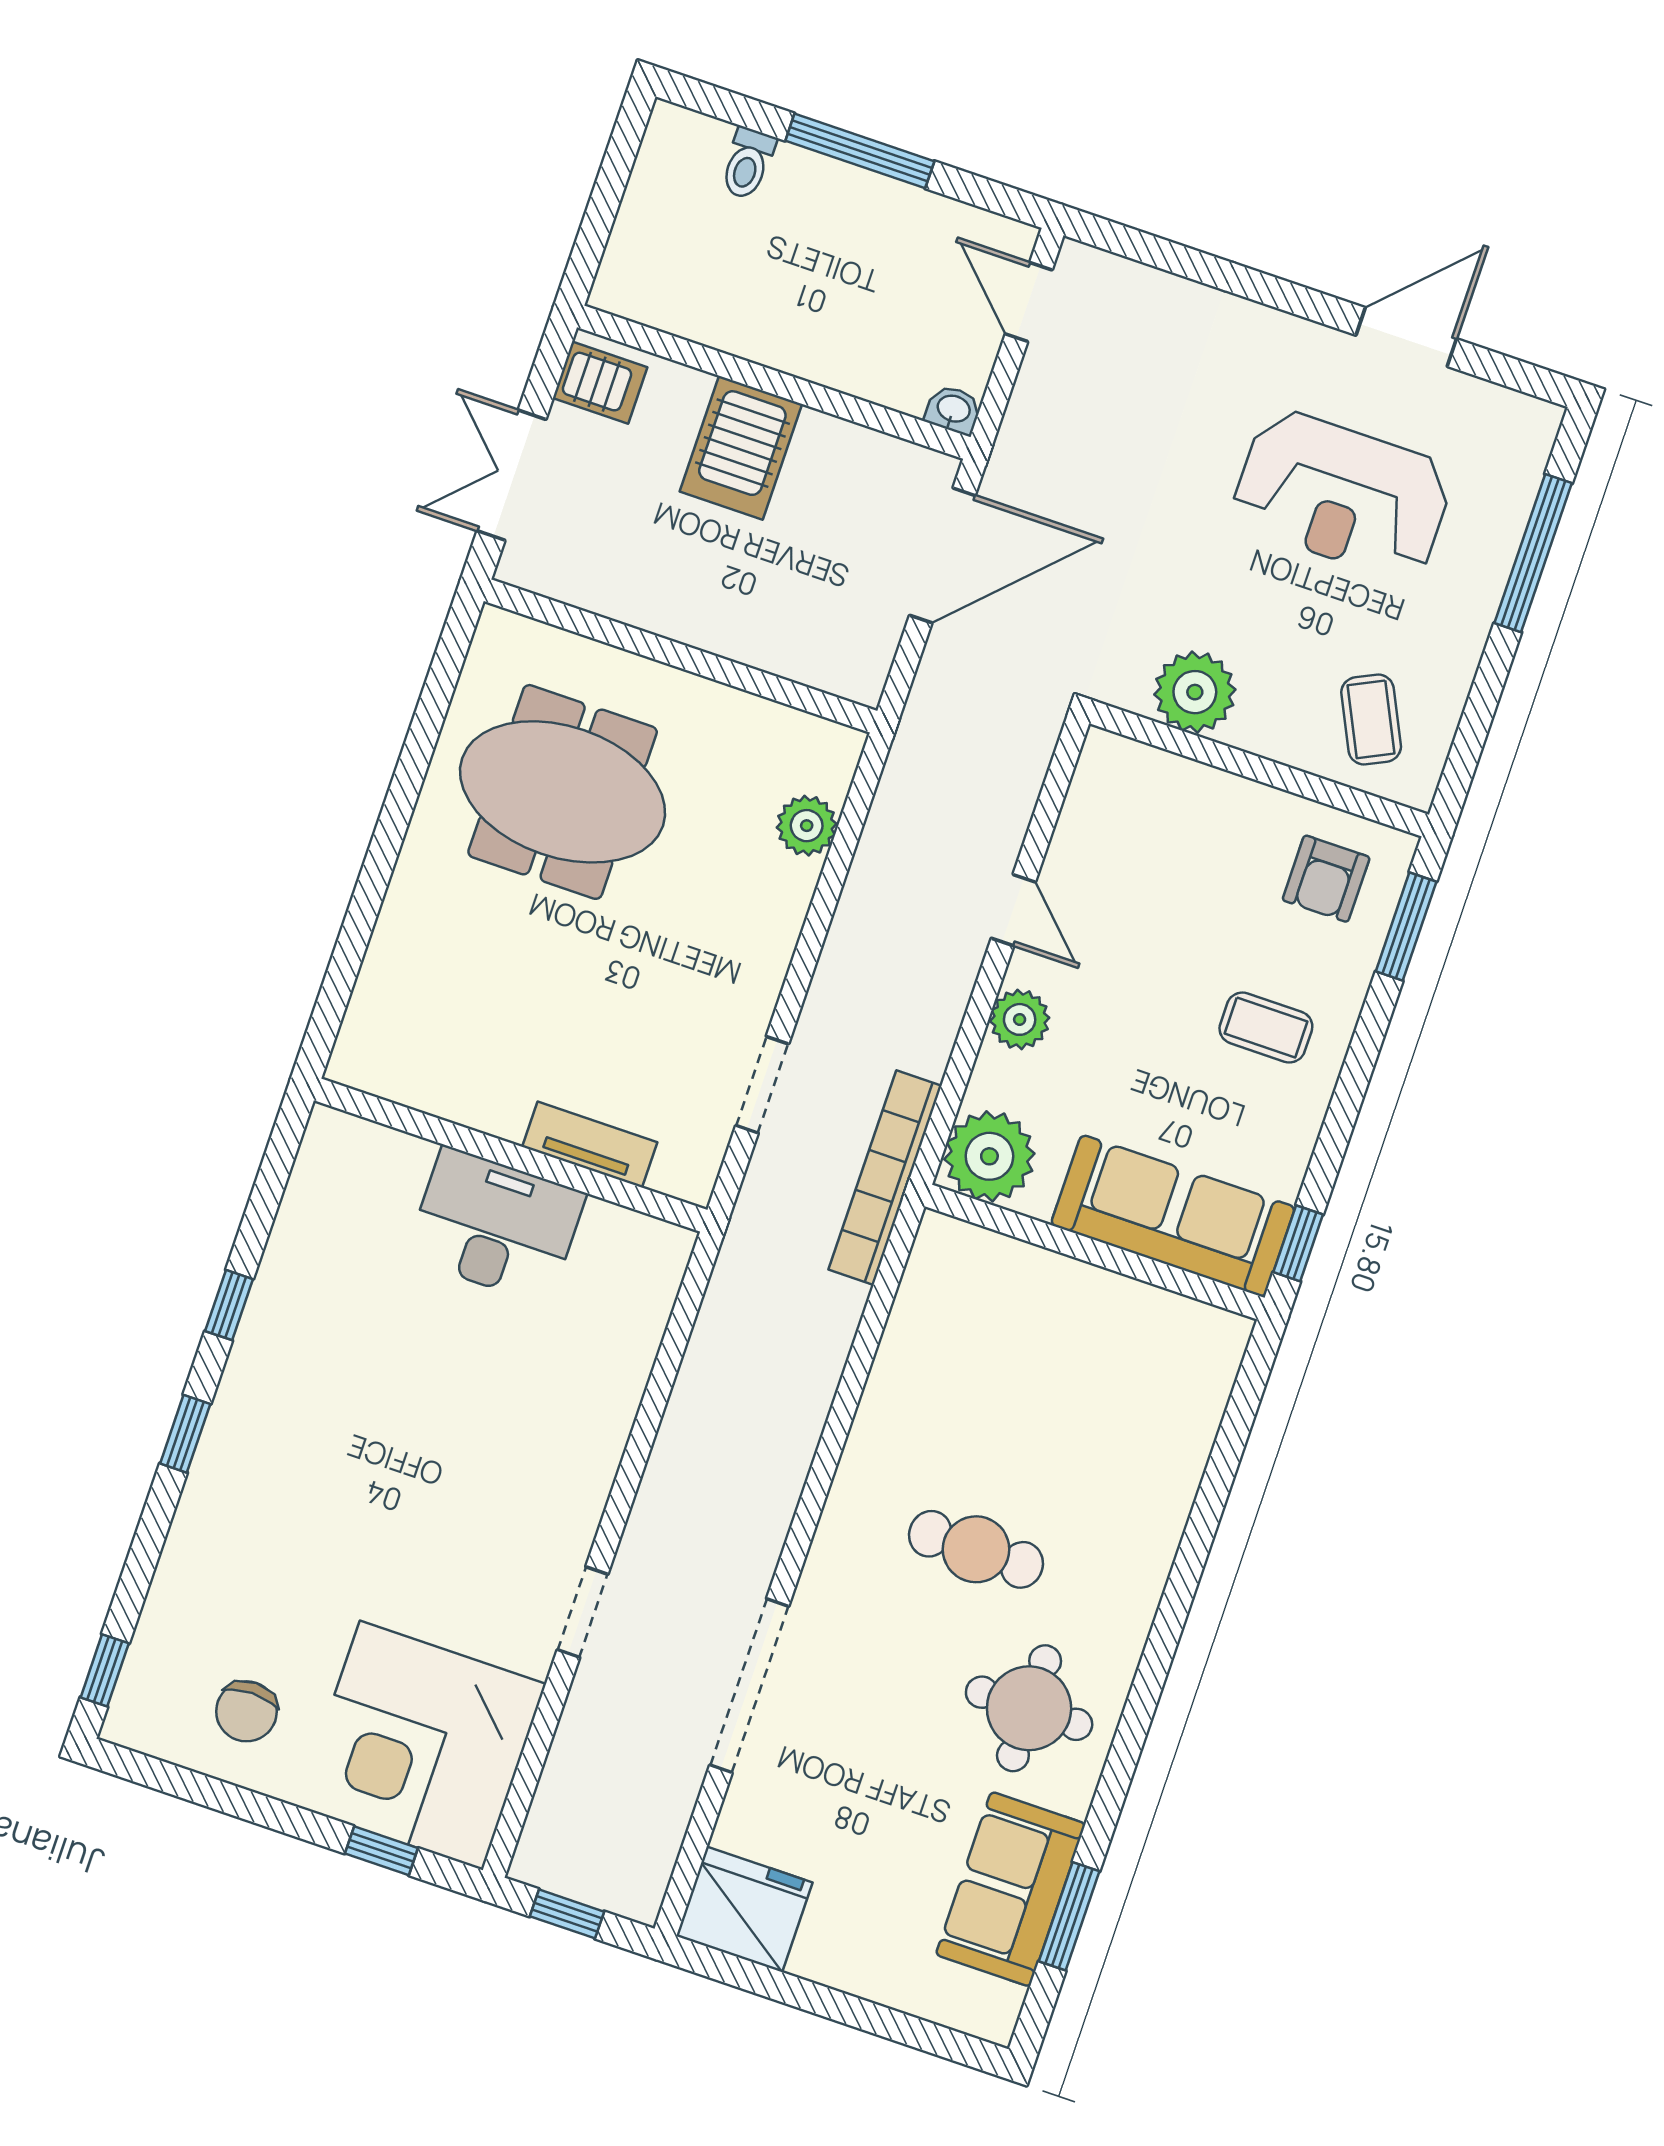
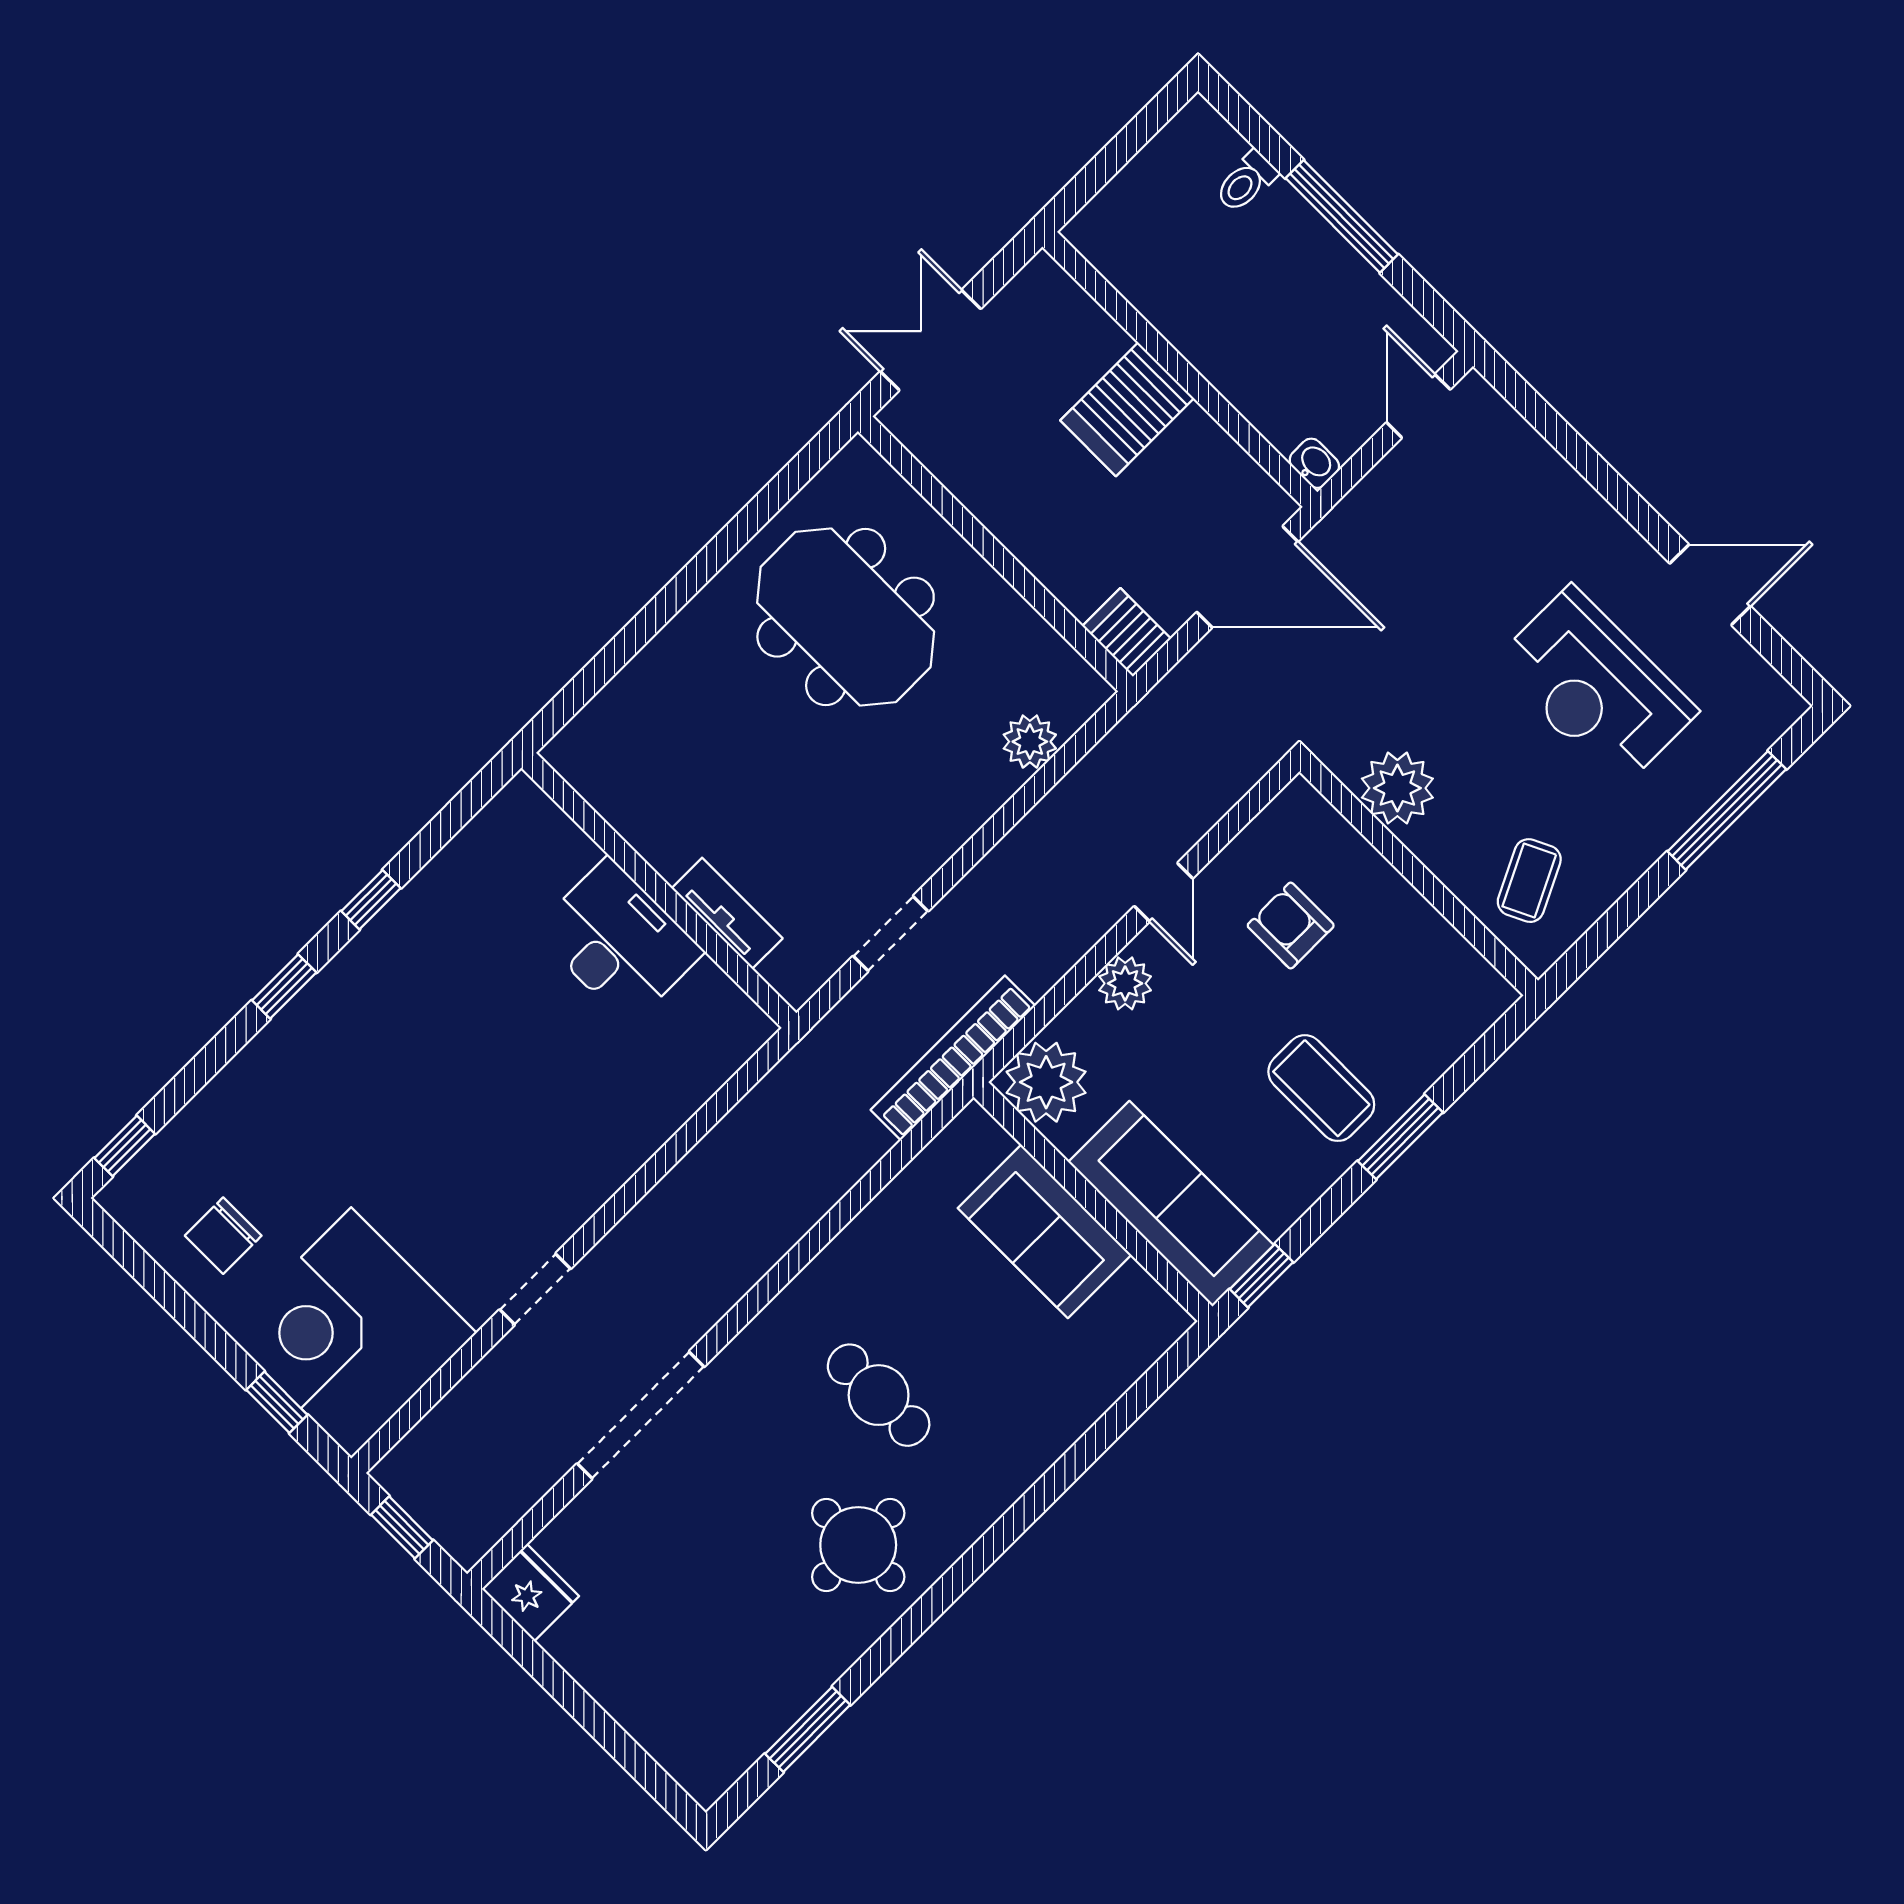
server rack: (600, 383) -> (1127, 632), moved, turned 180
armchair: (1326, 879) -> (1291, 926), moved, turned 90
window: (1406, 926) -> (1400, 1137), moved
coffee table: (1266, 1028) -> (1321, 1088), width x1.36, depth x1.30
sofa: (1011, 1889) -> (1045, 1231), moved, turned -90
fridge: (744, 1909) -> (530, 1592), width x0.73, depth x0.75

